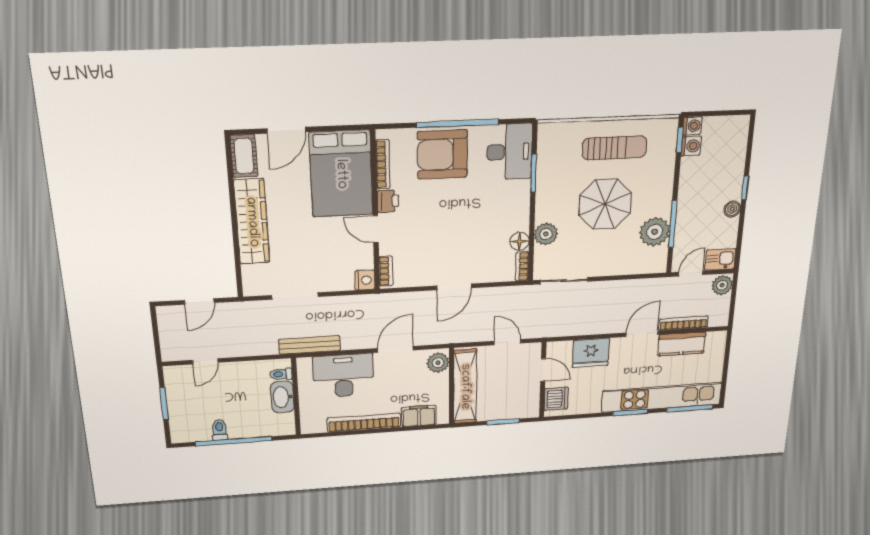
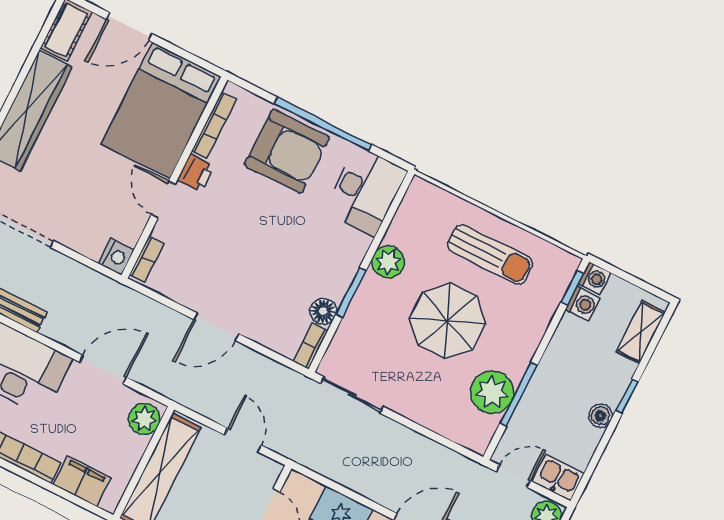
shelving: (738, 144) -> (641, 332), added
armchair: (442, 154) -> (287, 151), turned 180
window: (534, 173) -> (351, 292), moved
plant: (546, 234) -> (388, 262), moved

